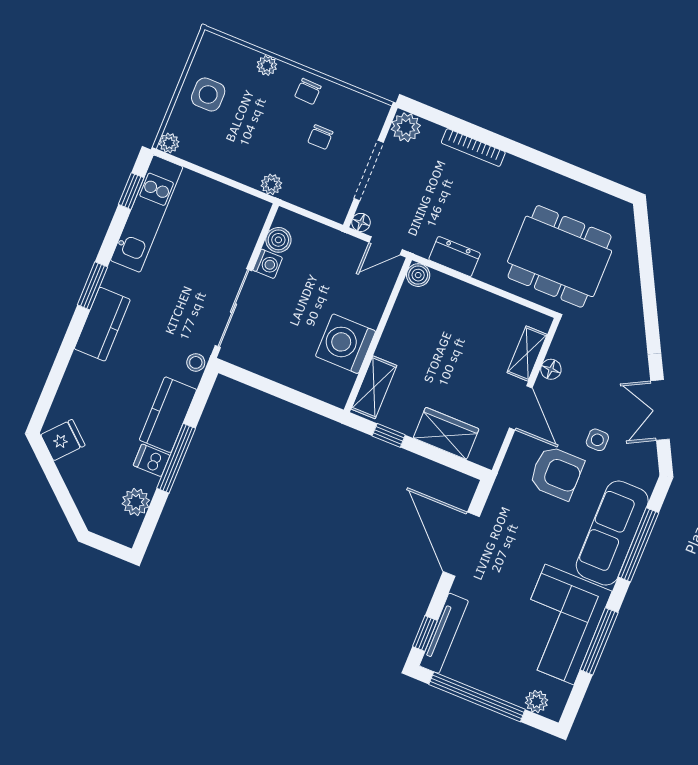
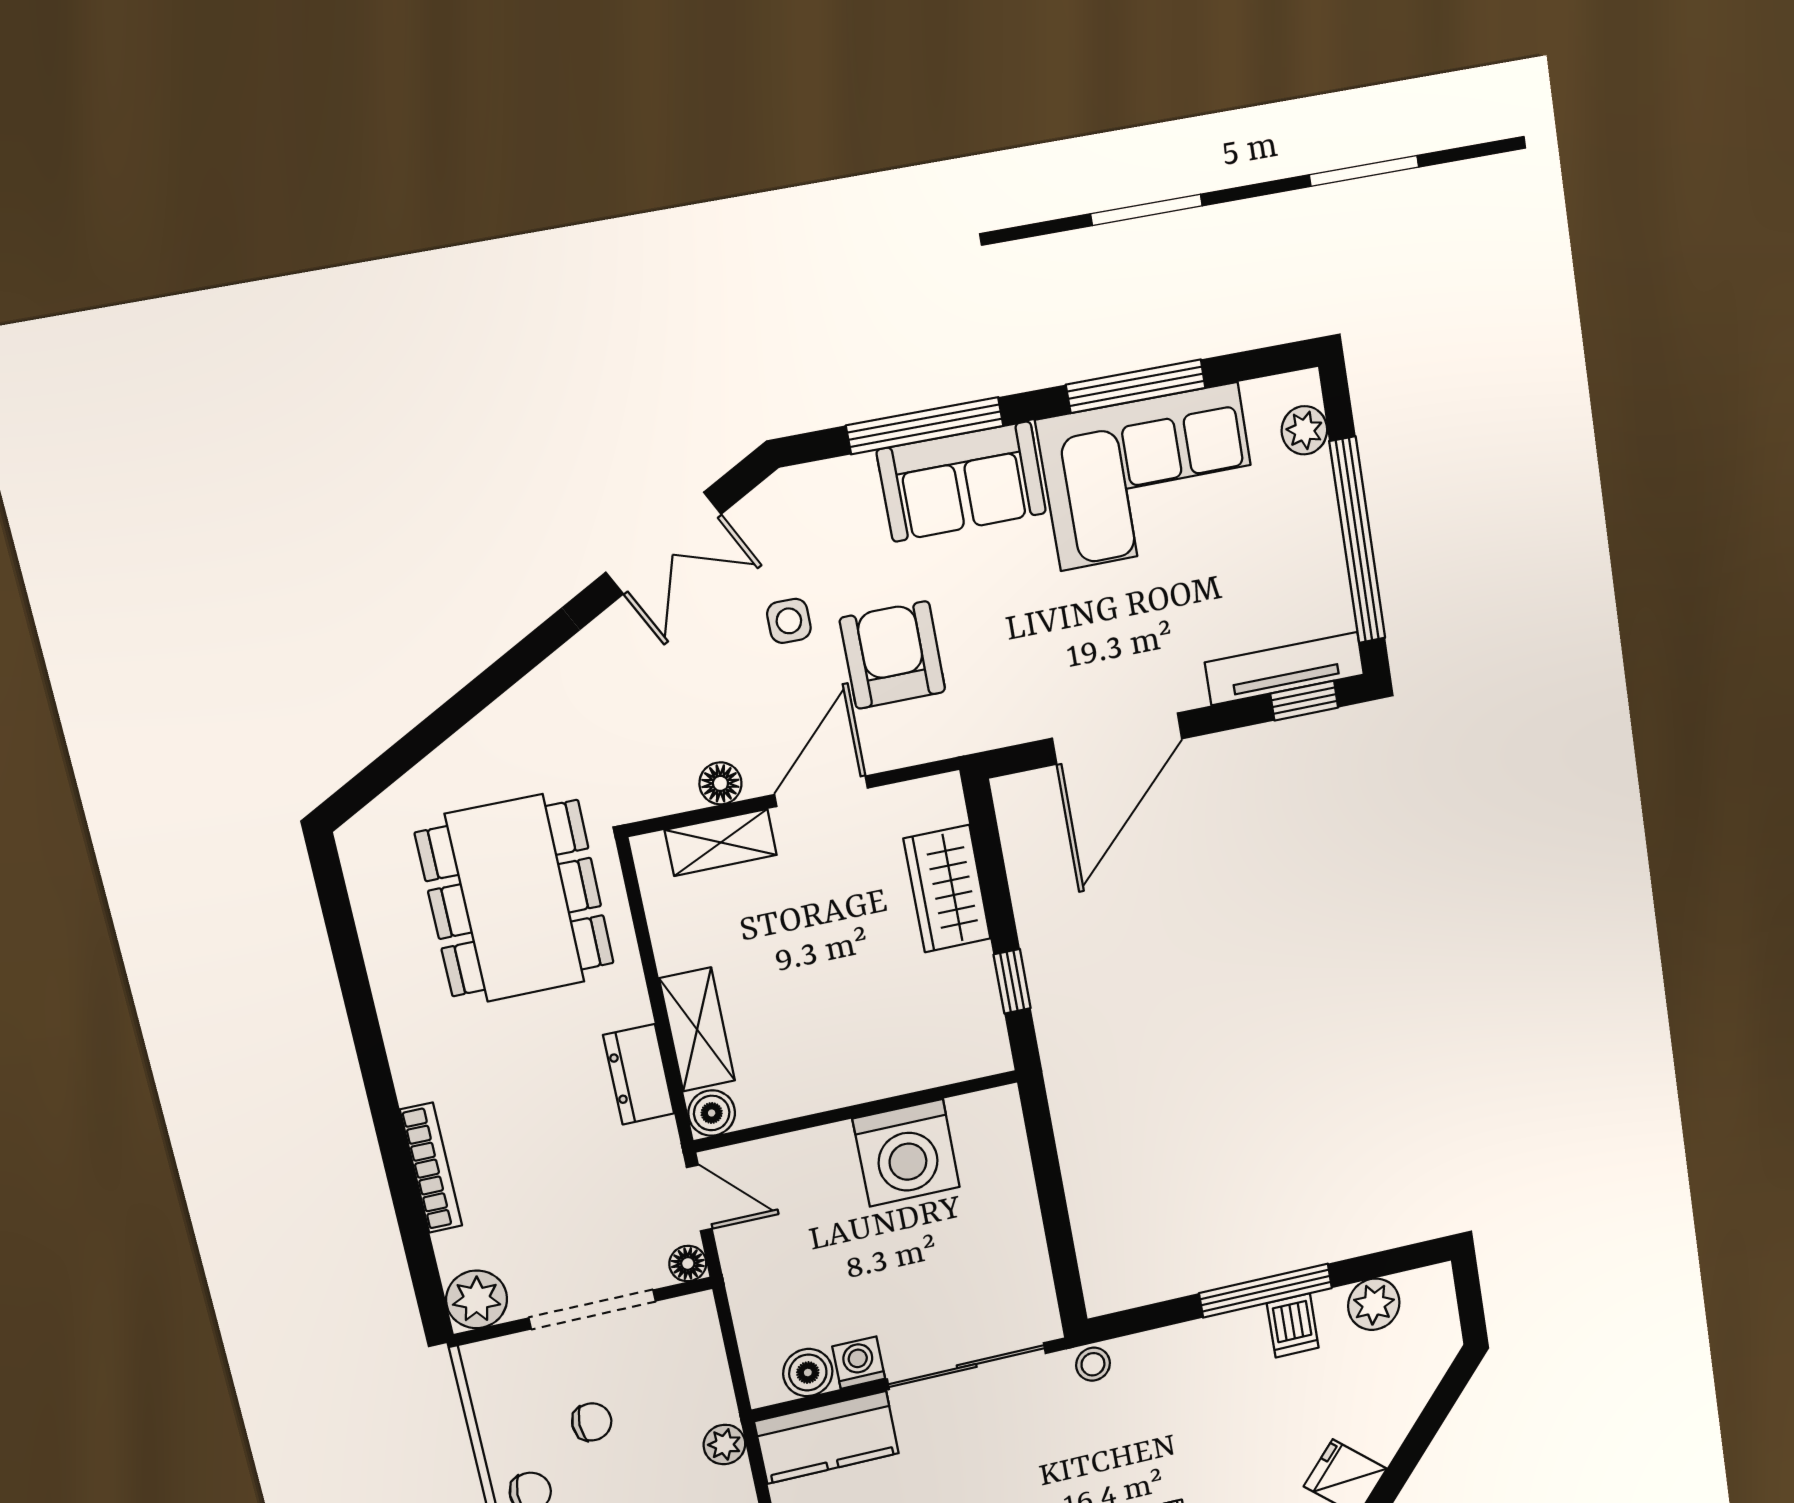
shelving: (374, 387) -> (697, 1030), moved, turned 90
kitchen counter: (168, 415) -> (827, 1437), moved
sofa: (612, 533) -> (962, 482), width x0.73

